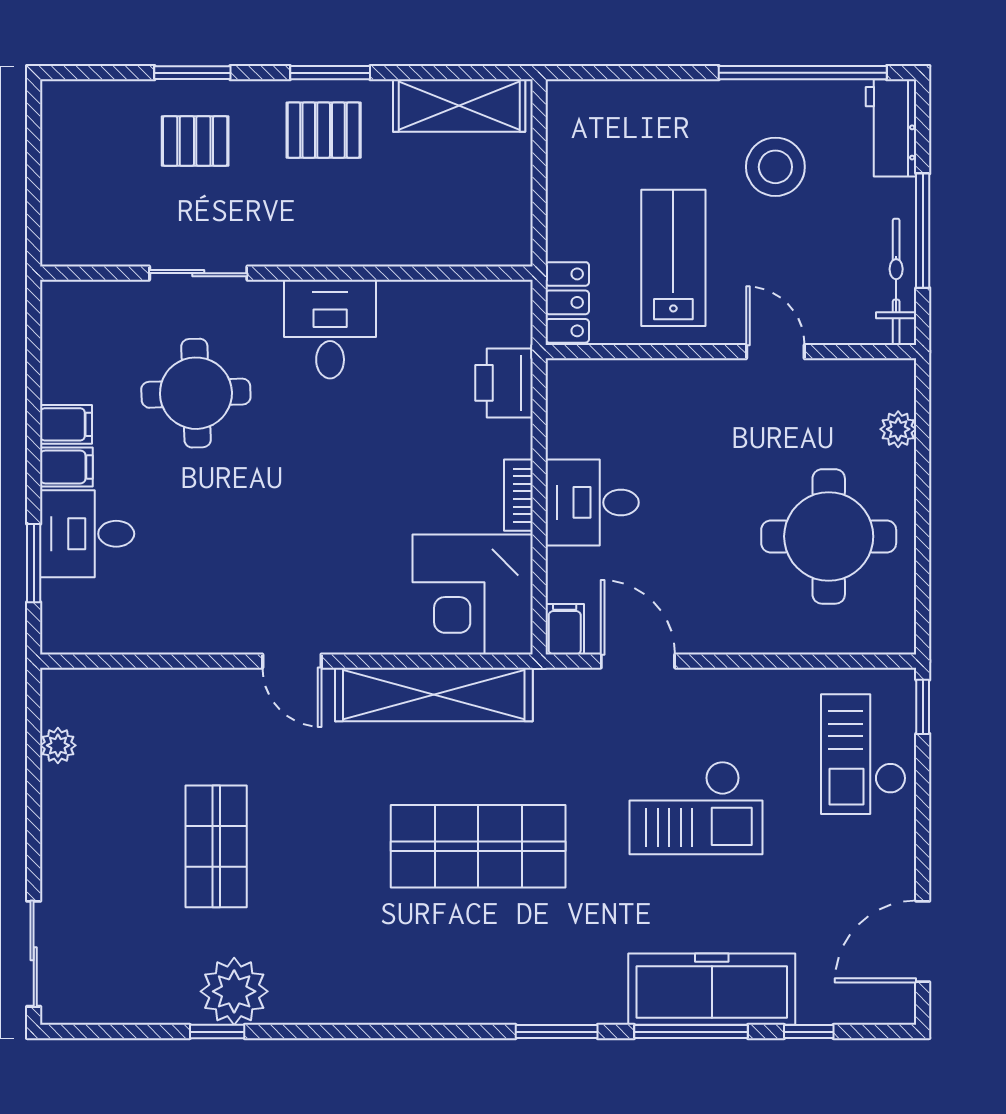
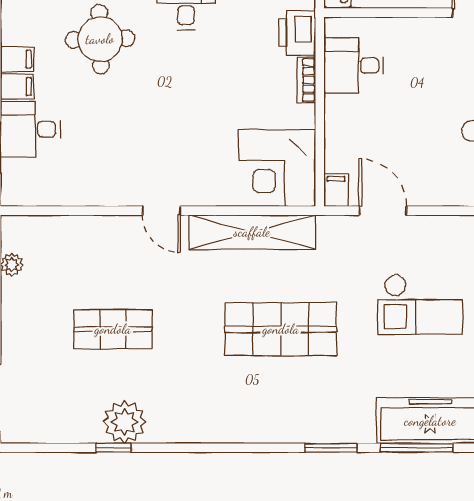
bookcase: (518, 495) -> (306, 80), moved
desk: (592, 502) -> (354, 66), moved
shop shelf: (216, 846) -> (113, 329), turned 90

